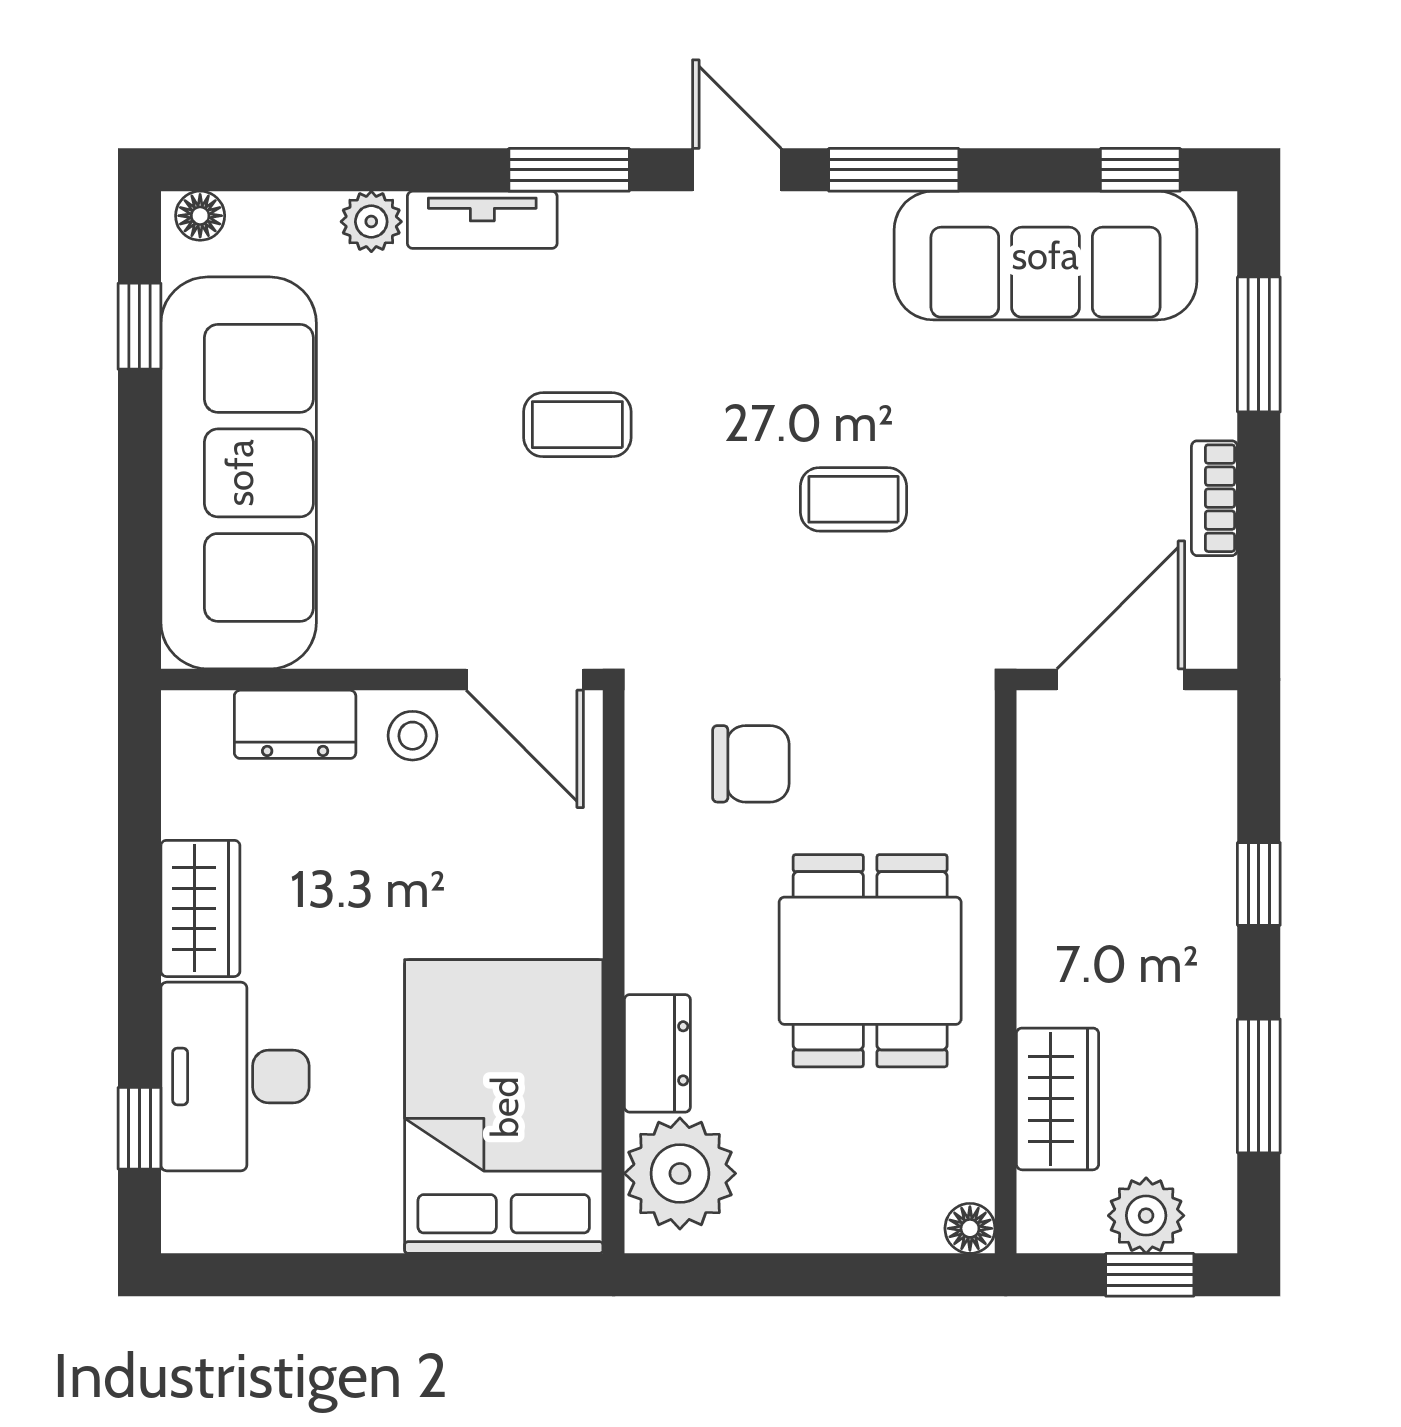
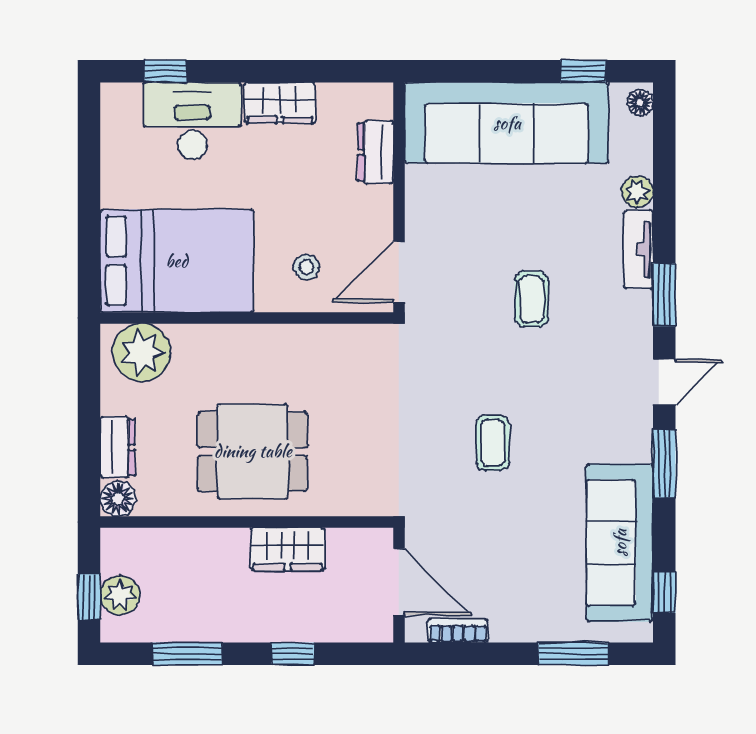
bookcase: (1214, 498) -> (458, 631), moved
stool: (413, 736) -> (306, 267), moved
chair: (751, 764) -> (355, 389), removed
dresser: (657, 1053) -> (117, 447), moved, turned -90
wardrobe: (1057, 1099) -> (288, 549), moved
floor lamp: (970, 1228) -> (118, 499), width x1.37, depth x1.37

